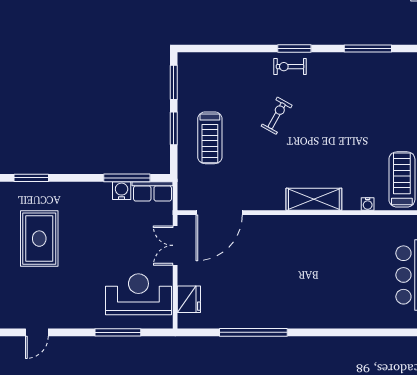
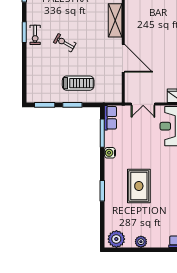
water cooler: (122, 191) -> (110, 153), moved
door: (219, 213) -> (123, 58), moved
rug: (39, 239) -> (139, 186), turned 90

